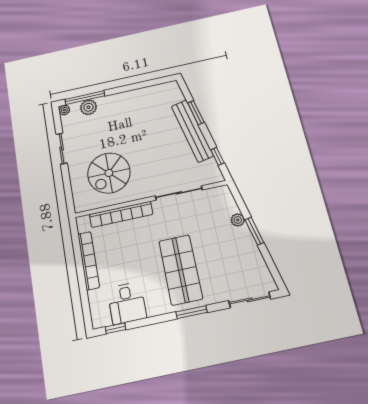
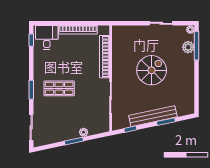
spiral stairs: (109, 173) -> (152, 70), moved, turned 90
shop shelf: (181, 270) -> (59, 88), width x0.70, depth x0.74
desk: (127, 303) -> (47, 37), moved, turned 90

